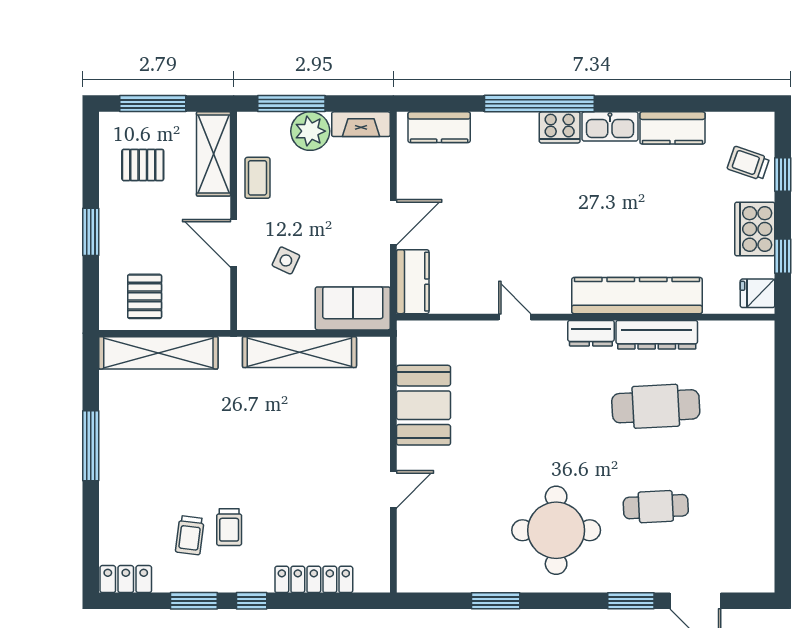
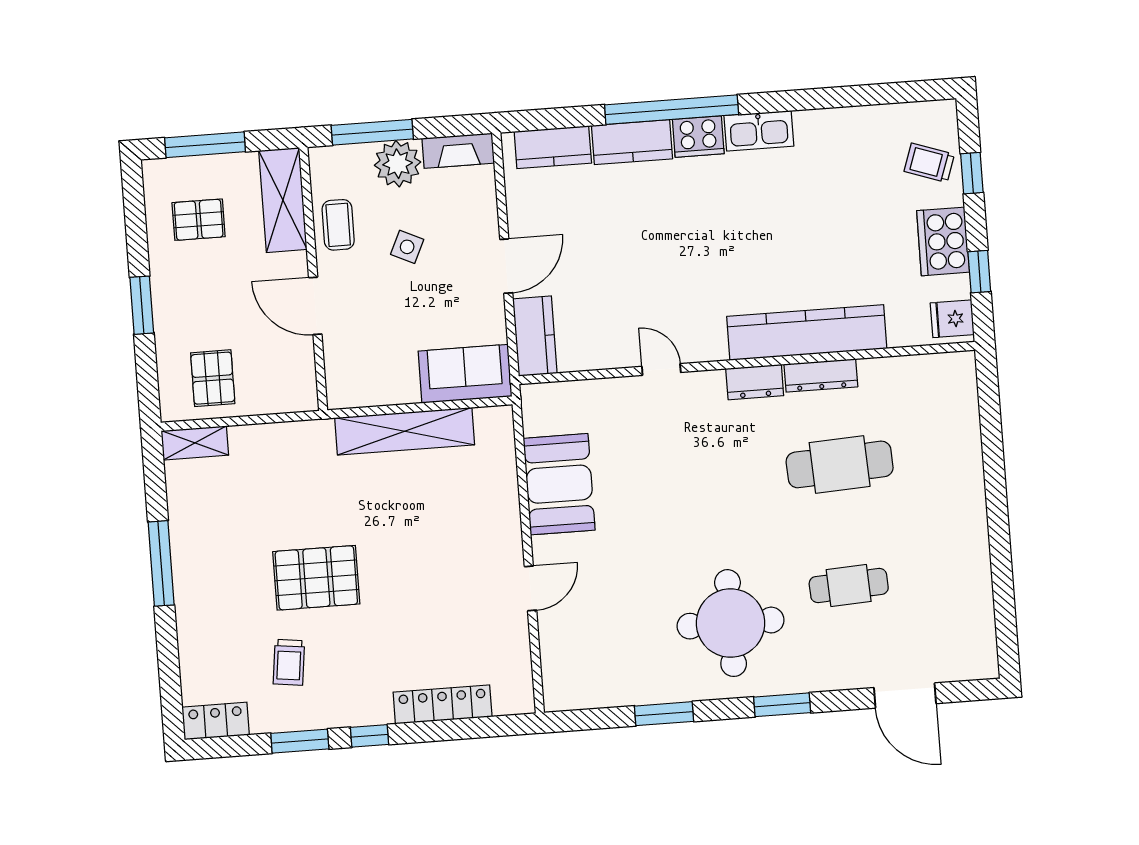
kitchen counter: (672, 128) -> (632, 142), moved
side table: (286, 260) -> (407, 247), moved
dresser: (657, 335) -> (821, 376), width x0.73, depth x0.80
shelving: (158, 353) -> (195, 443), width x0.45, depth x0.75
pallet: (218, 467) -> (316, 578), added
trolley: (229, 527) -> (336, 649), removed
window: (631, 601) -> (782, 705), moved

